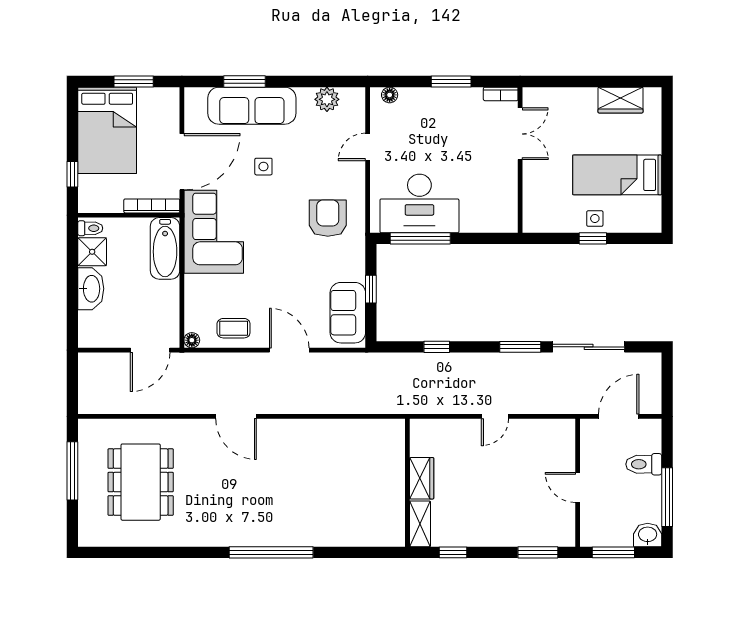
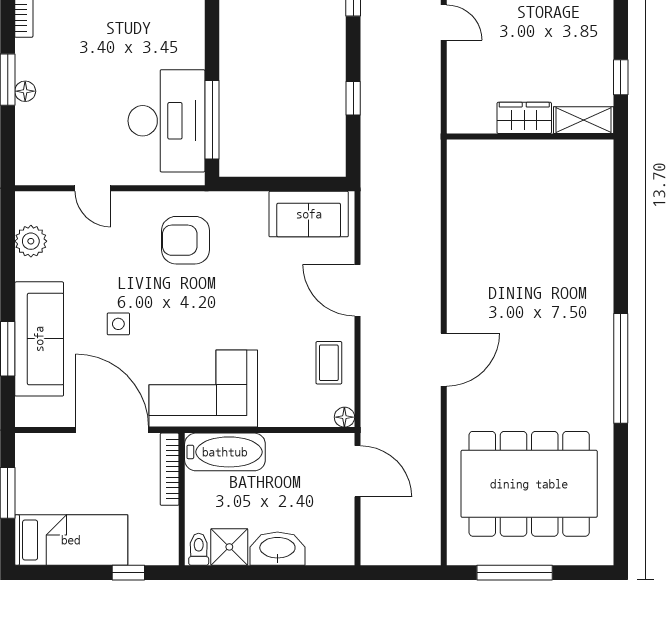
floor lamp: (390, 95) -> (25, 91), moved
bed: (107, 130) -> (71, 540), width x0.67
window: (371, 289) -> (278, 184), removed
door: (289, 350) -> (357, 290), hinge flipped
dining table: (141, 482) -> (529, 484), width x1.36, depth x1.24
window: (271, 552) -> (621, 368), moved

